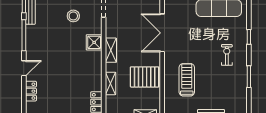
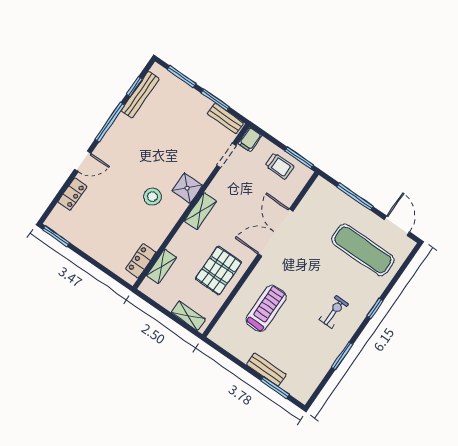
stool: (73, 16) -> (152, 197), moved
pallet: (145, 77) -> (218, 271), turned 90
shelving: (110, 83) -> (162, 266), moved

